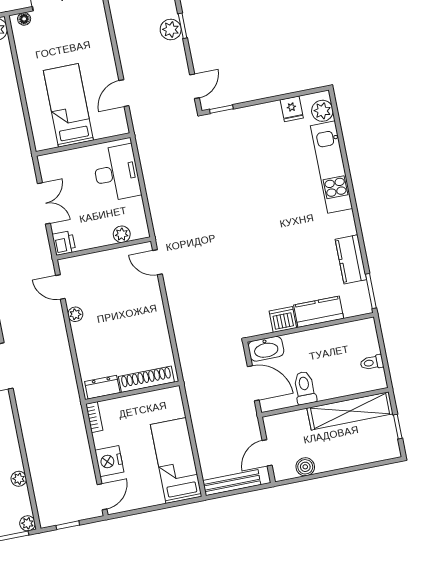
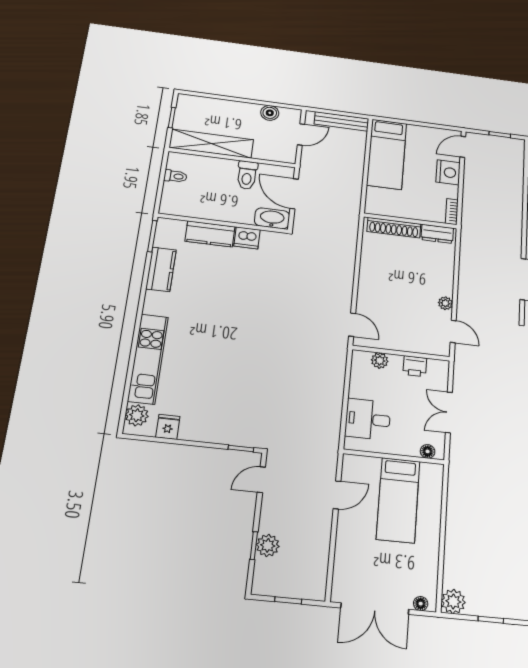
floor lamp: (54, 159) -> (428, 451), added
desk: (117, 173) -> (368, 419), width x0.73
printer: (64, 243) -> (415, 366), moved, turned -90

